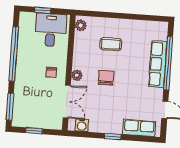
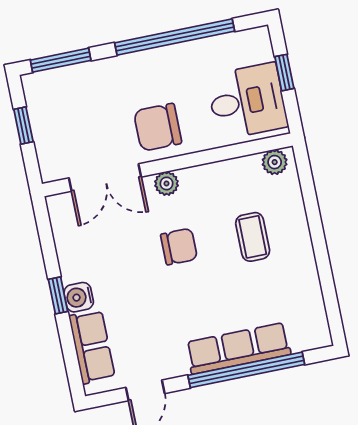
chair: (51, 72) -> (158, 127), width x1.87, depth x1.87
water cooler: (82, 125) -> (79, 297), moved

